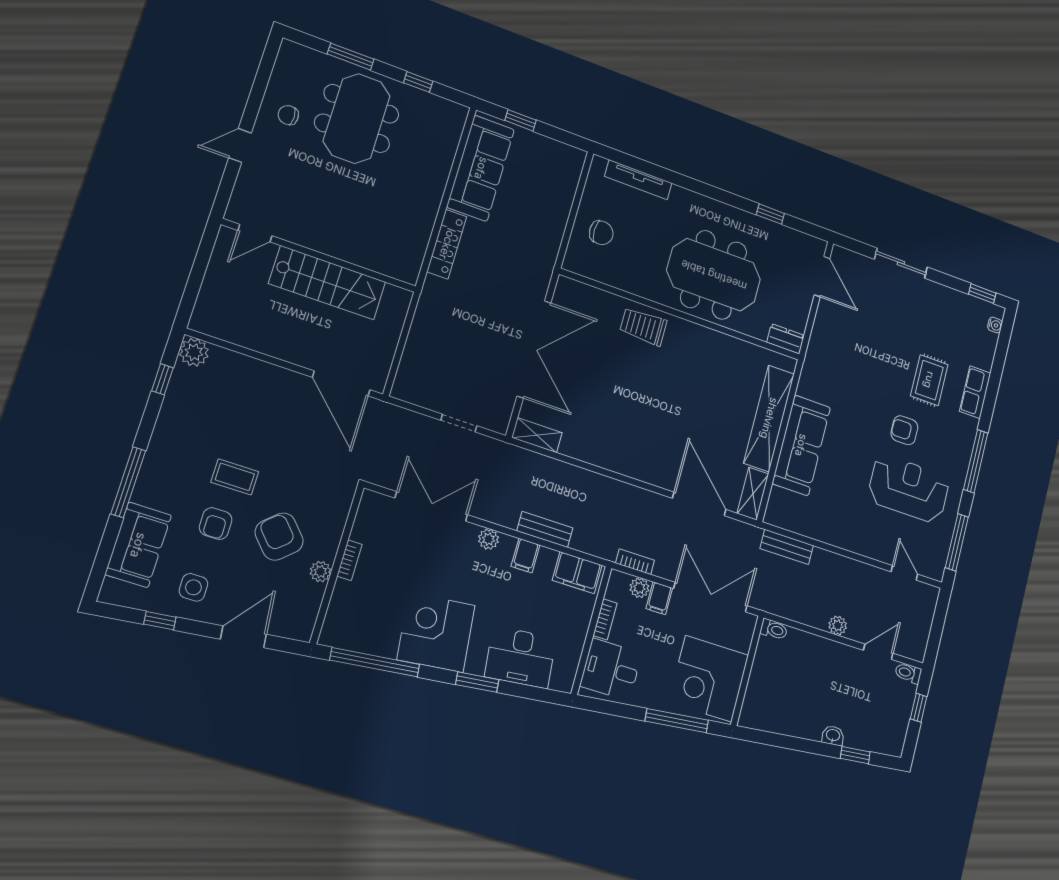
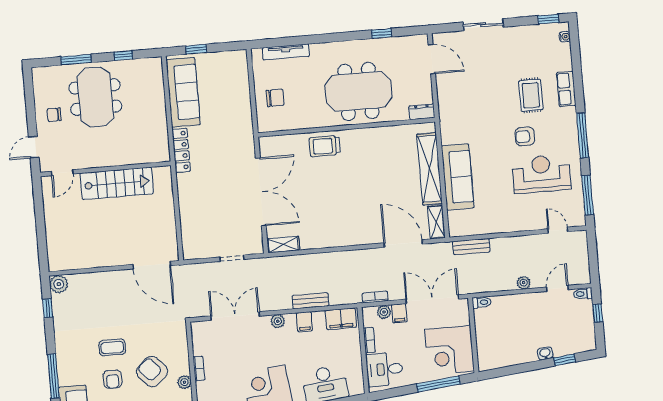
door: (255, 233) -> (62, 173), moved
wall: (319, 256) -> (106, 169), moved
stairs: (327, 283) -> (117, 183), moved

